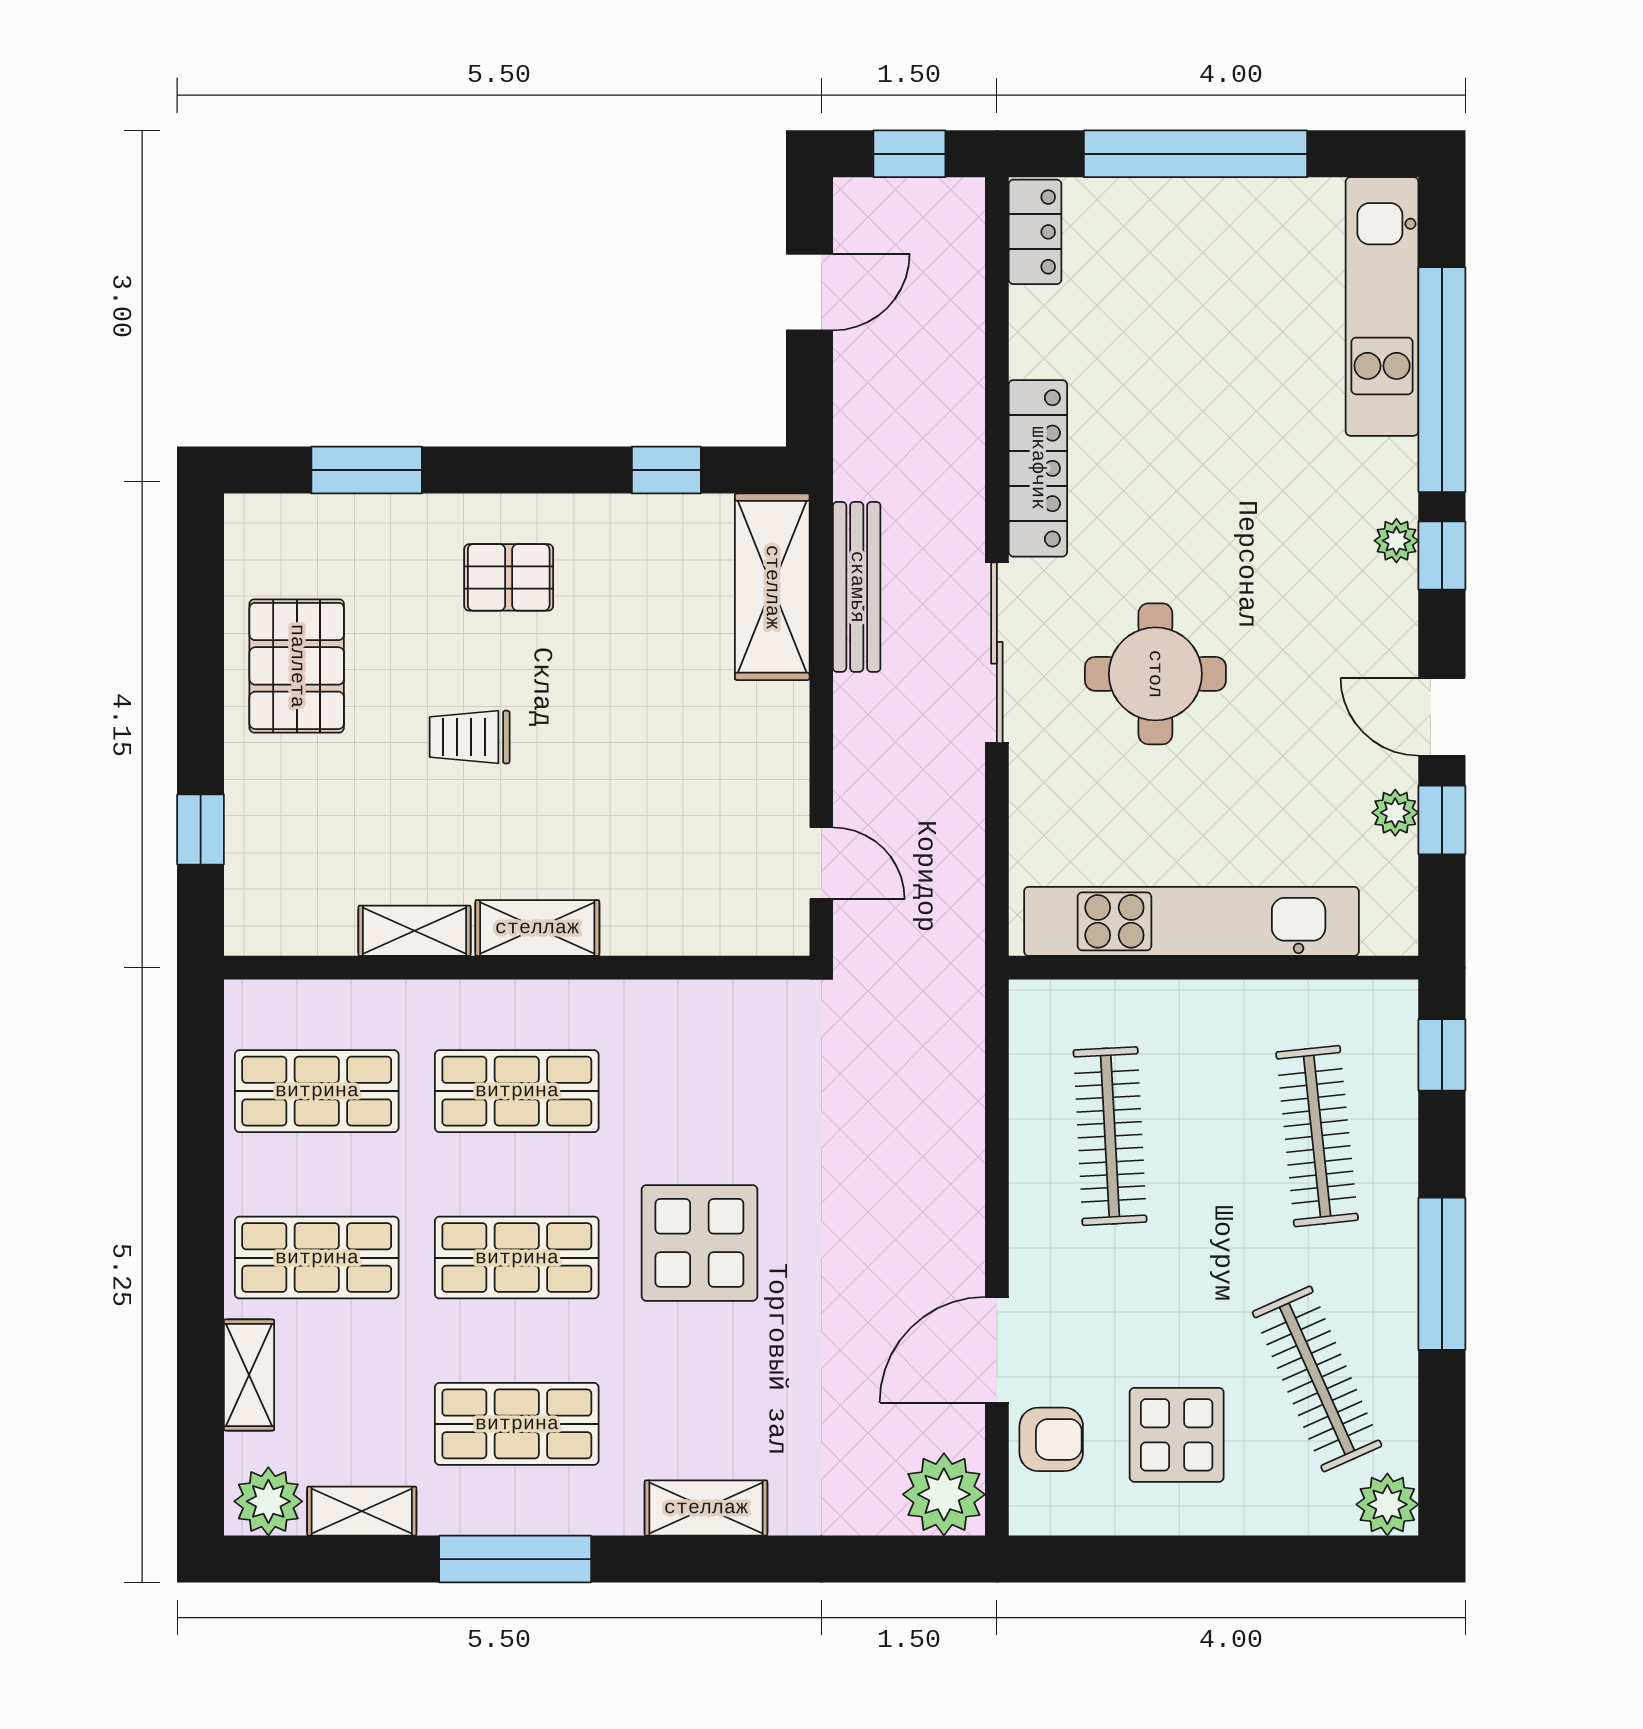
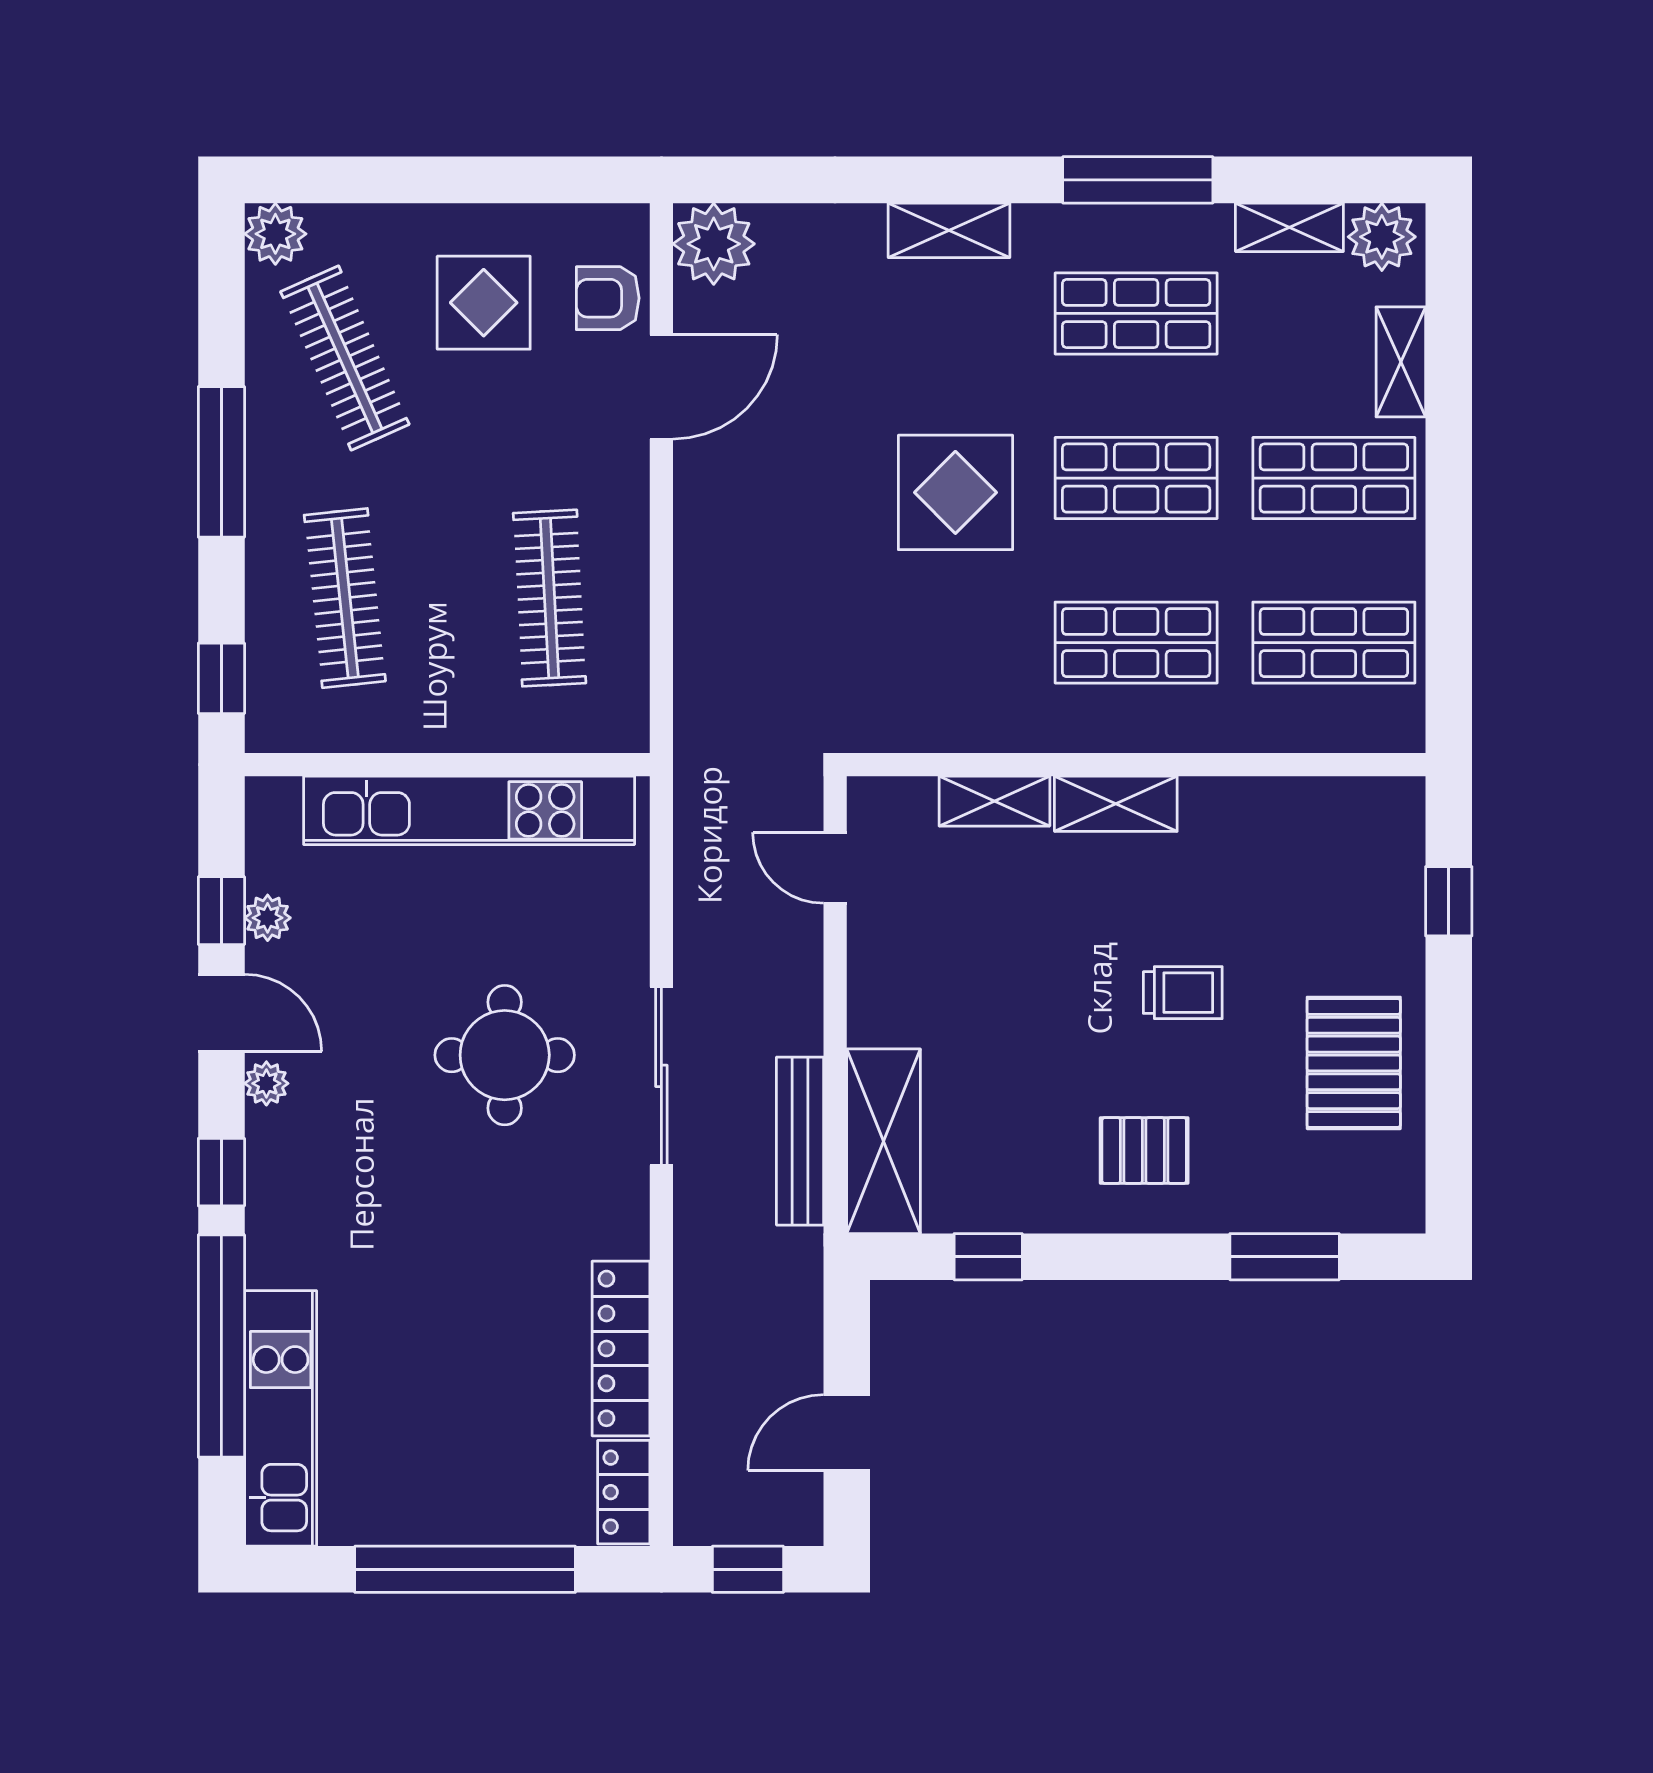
locker: (1038, 468) -> (621, 1348), moved
plant: (1396, 541) -> (266, 1083), moved
shelving: (415, 931) -> (994, 801), moved

